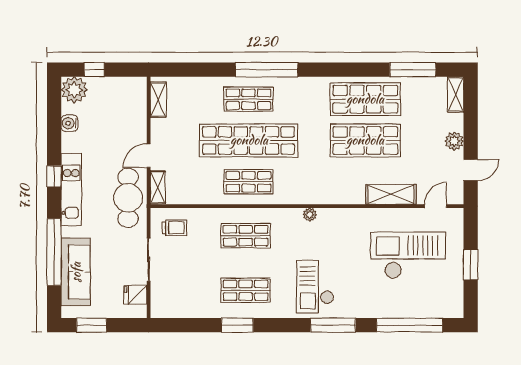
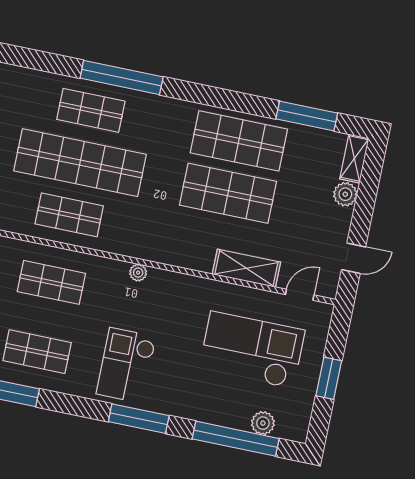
plant: (454, 141) -> (345, 194), moved
plant: (428, 309) -> (263, 423), added

